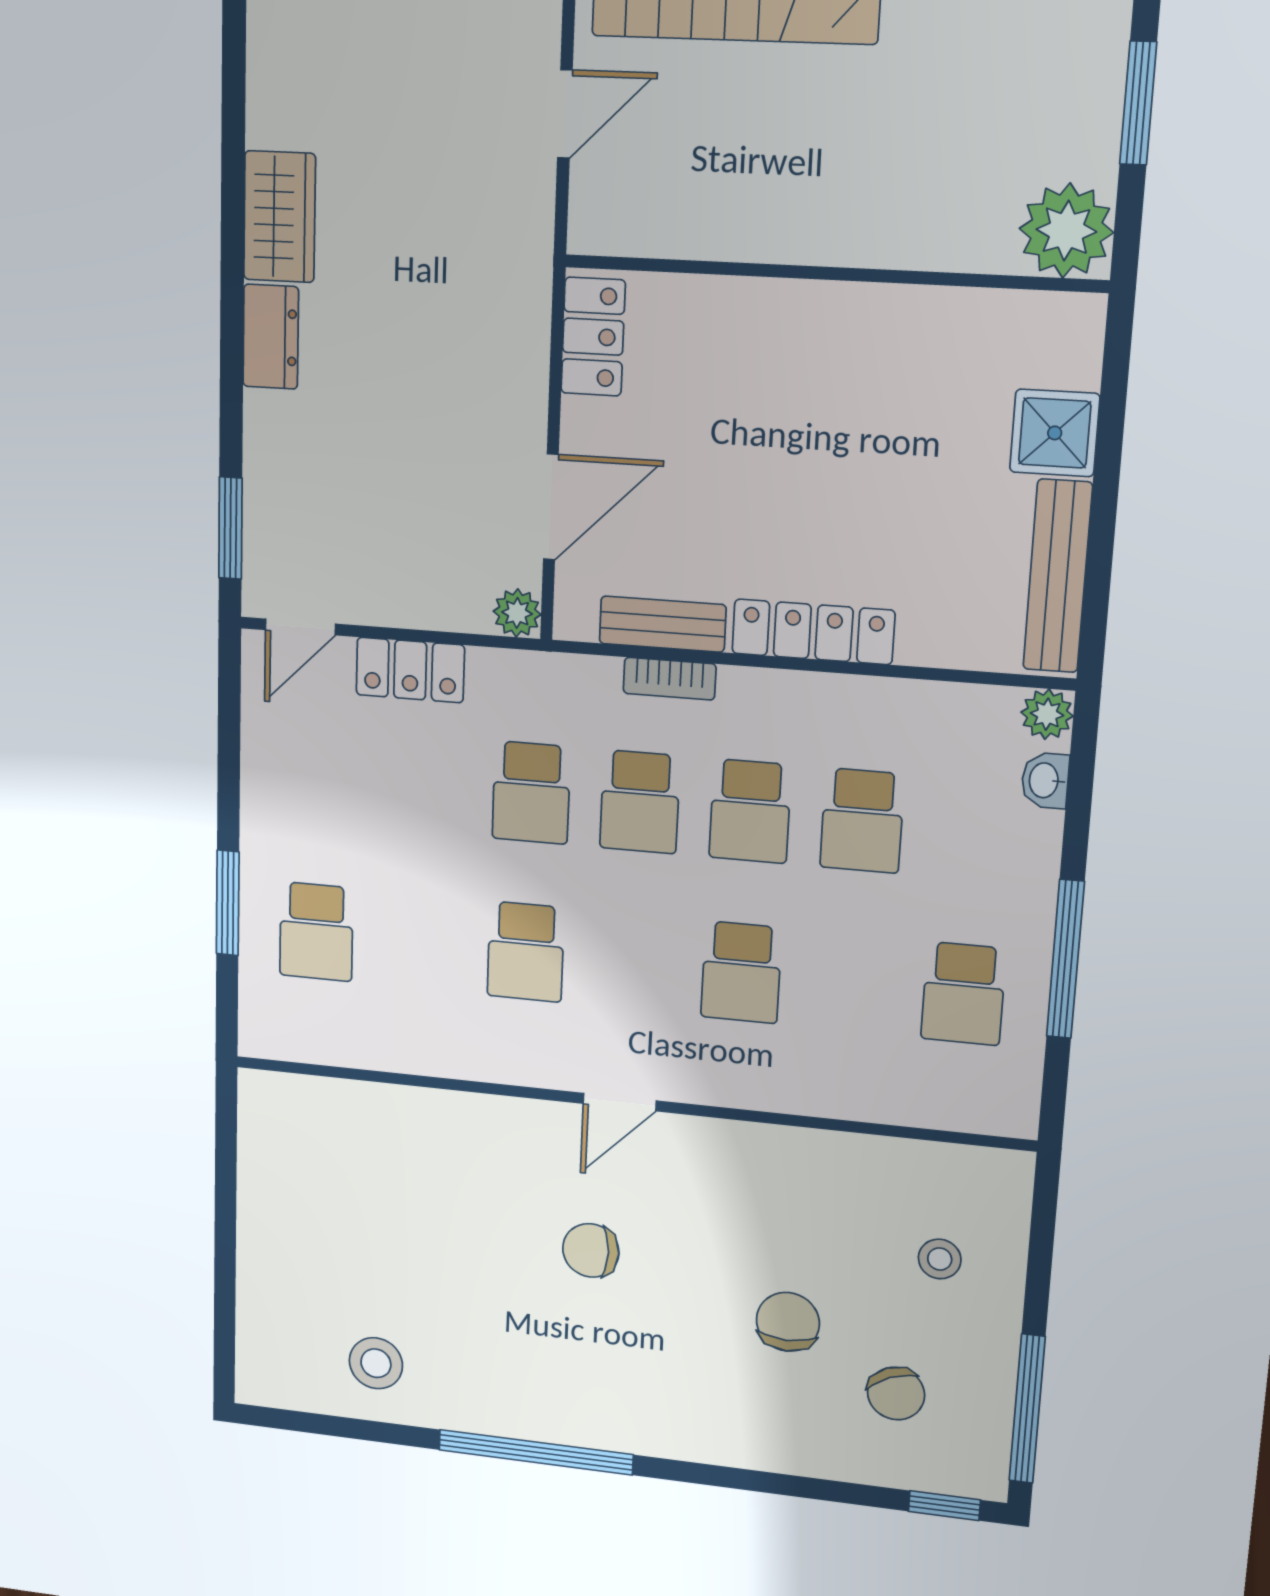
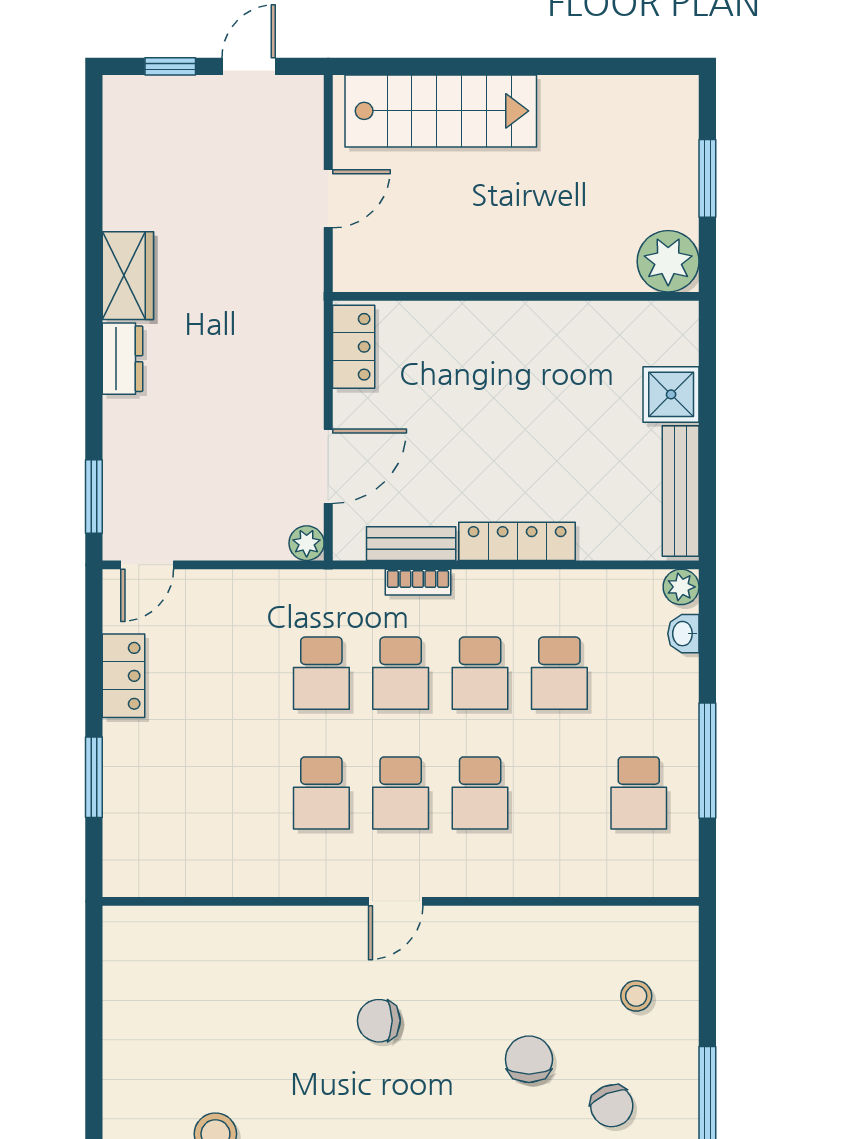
locker: (410, 670) -> (124, 676), moved, turned -90
school desk: (316, 932) -> (401, 793), moved

